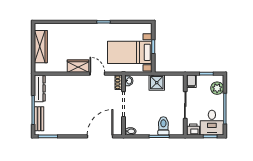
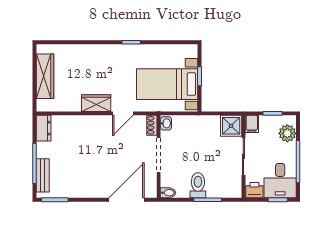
door: (97, 74) -> (123, 113), swing flipped
shower: (157, 83) -> (231, 126), moved
dresser: (40, 88) -> (44, 128), width x0.70
toilet: (163, 126) -> (198, 185), moved

